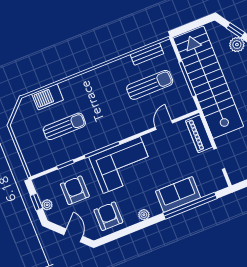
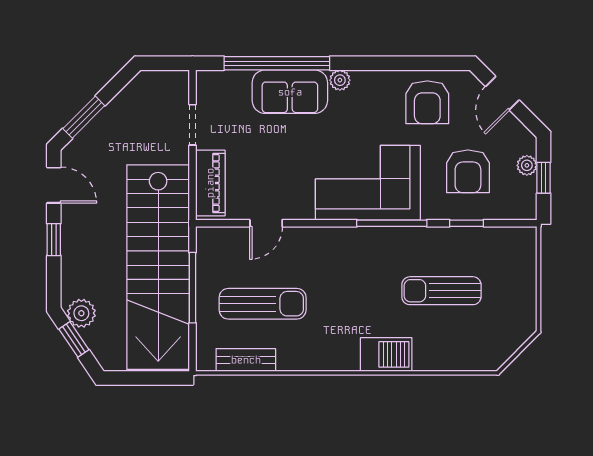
sun lounger: (150, 85) -> (263, 304), turned 180
barbecue: (48, 97) -> (386, 354), moved
plant: (144, 215) -> (340, 80), moved

